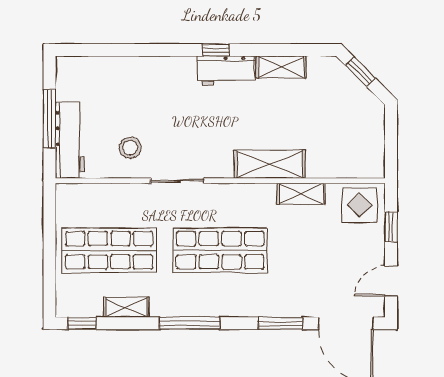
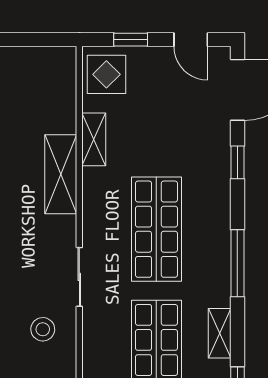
window: (281, 323) -> (237, 162), width x0.67

